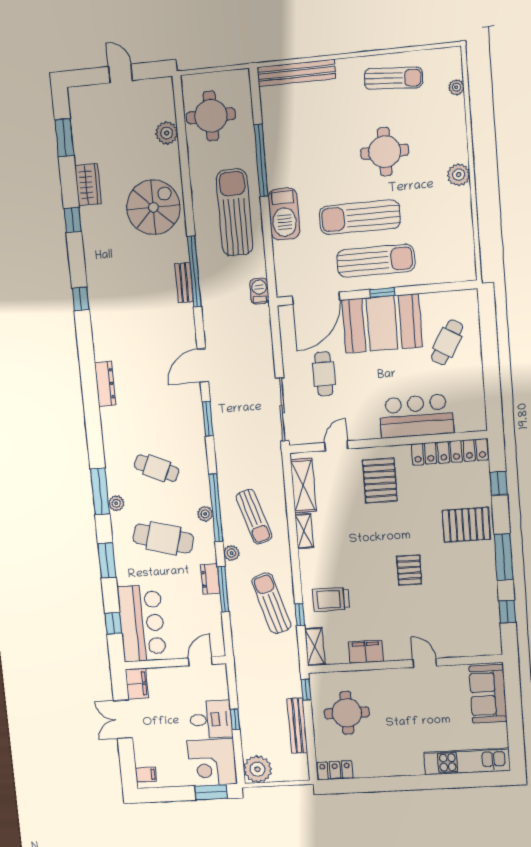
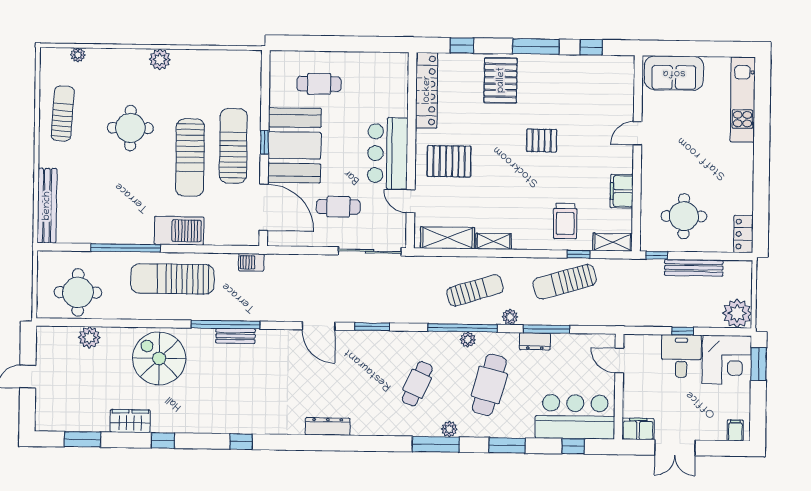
cafe table: (447, 342) -> (319, 84), turned -30
bar counter: (416, 416) -> (388, 153), moved

